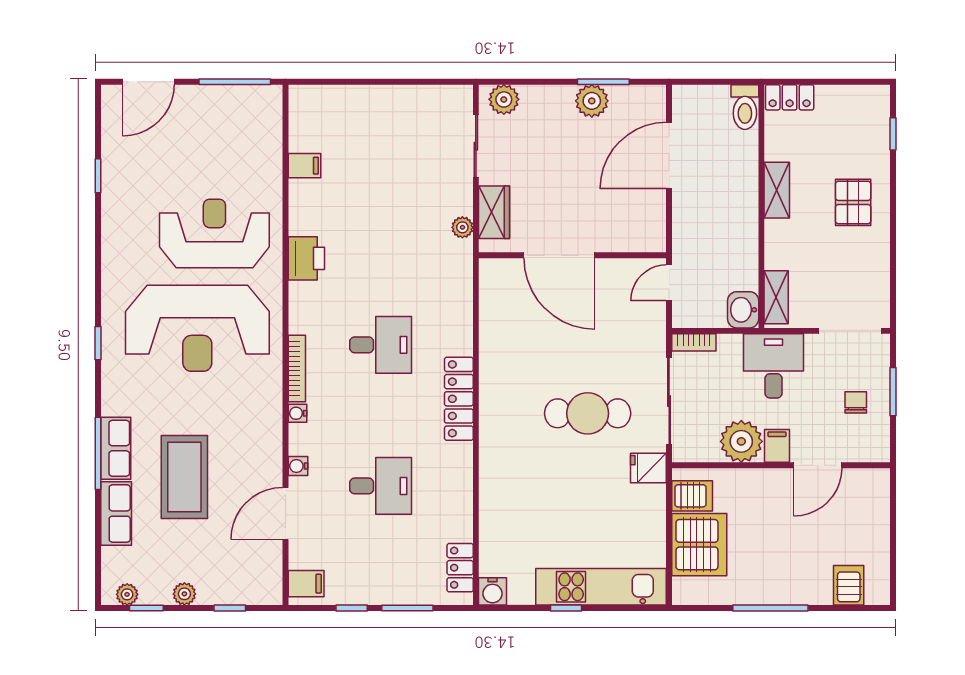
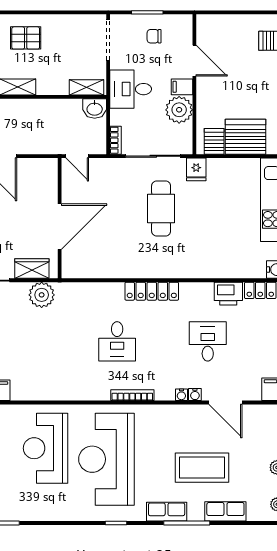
plant: (462, 227) -> (42, 295), width x1.88, depth x1.88
printer: (306, 258) -> (228, 294), moved, turned 180
reception desk: (197, 328) -> (107, 459), turned 180
desk: (381, 345) -> (117, 341), turned 180
water cooler: (297, 413) -> (181, 395), moved
row of seats: (116, 448) -> (167, 512), moved

